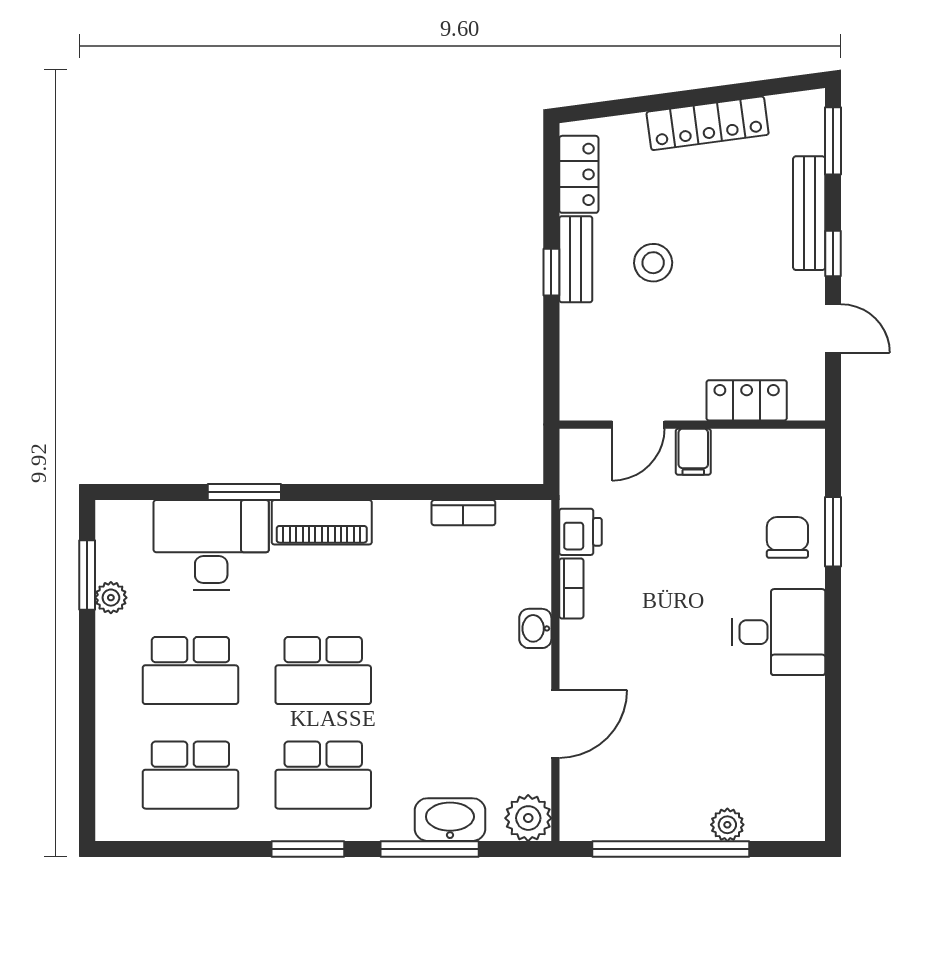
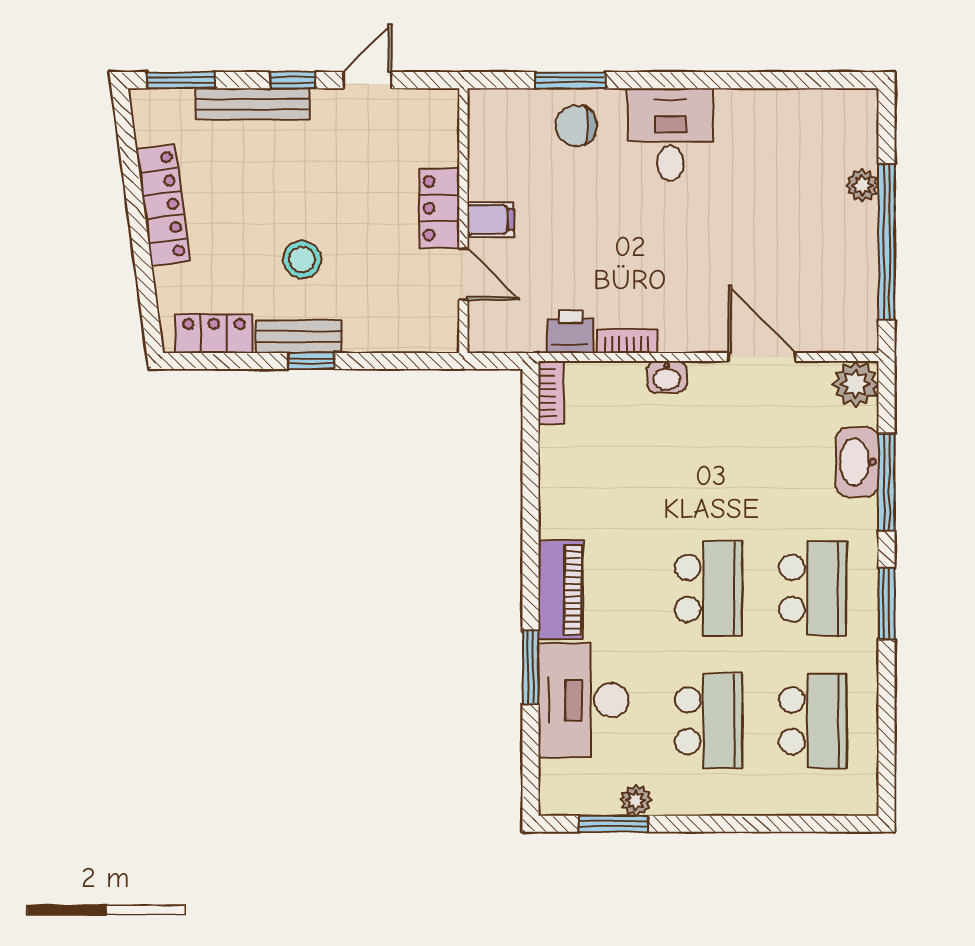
locker: (747, 400) -> (439, 208), moved
bookcase: (463, 513) -> (551, 393), moved

